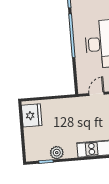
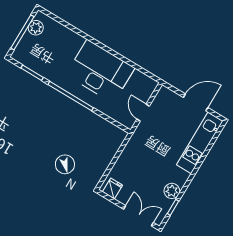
fridge: (32, 115) -> (112, 189), width x0.53, depth x0.75
double door: (23, 142) -> (139, 216), added

